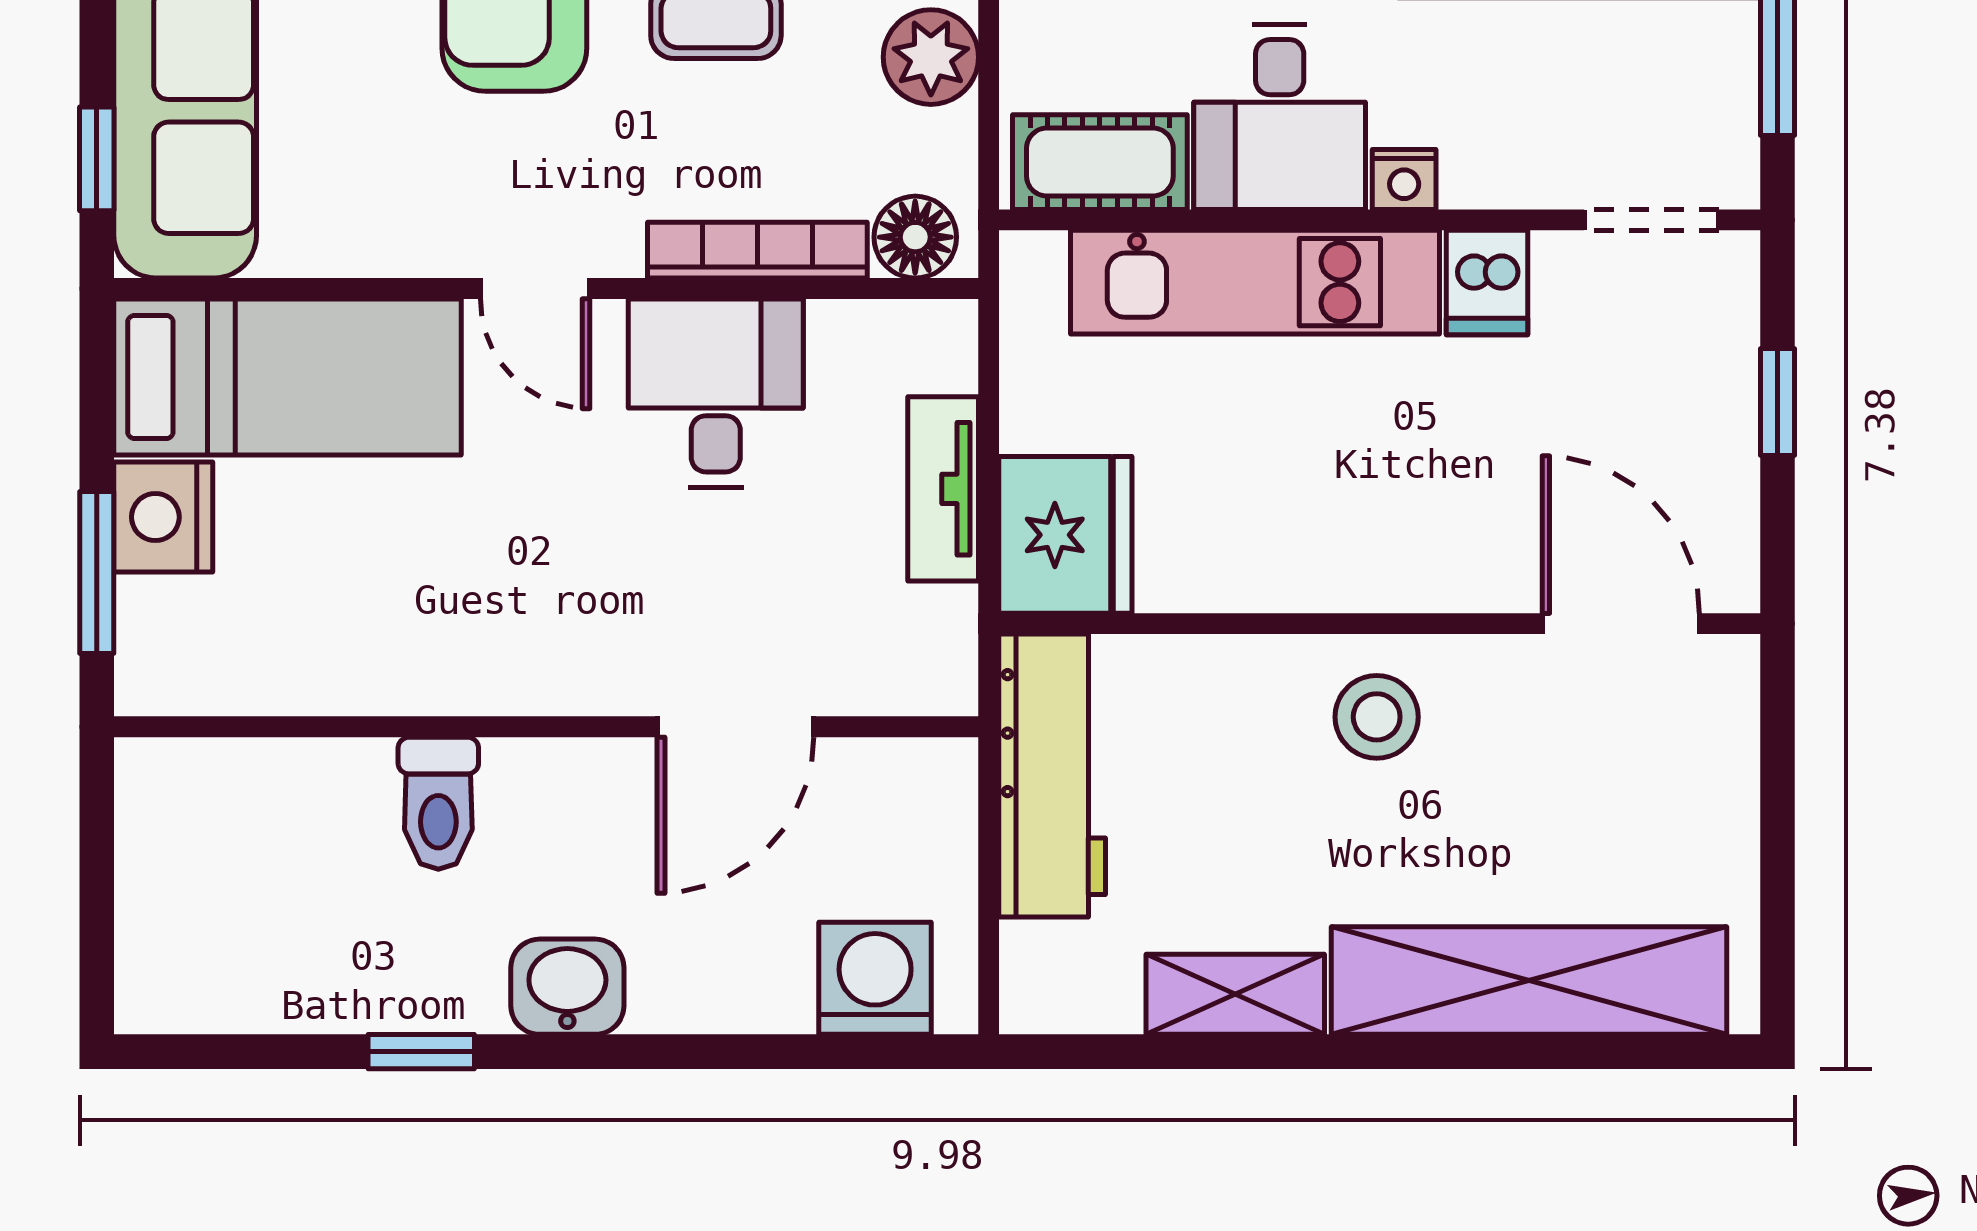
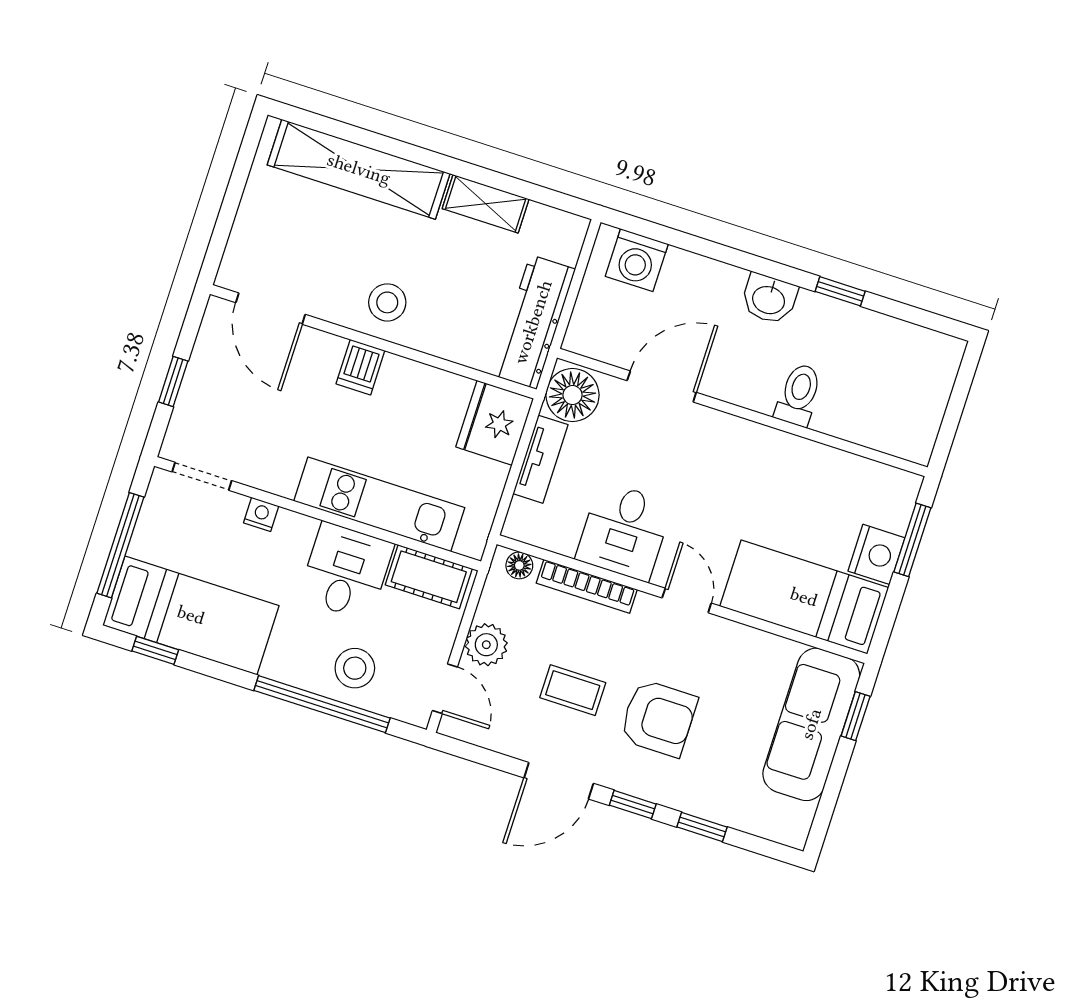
nightstand: (1404, 179) -> (261, 514), moved
floor lamp: (915, 237) -> (519, 565), width x0.73, depth x0.73
dishwasher: (1487, 283) -> (360, 367), moved, turned 180
floor lamp: (919, 647) -> (573, 395), added

